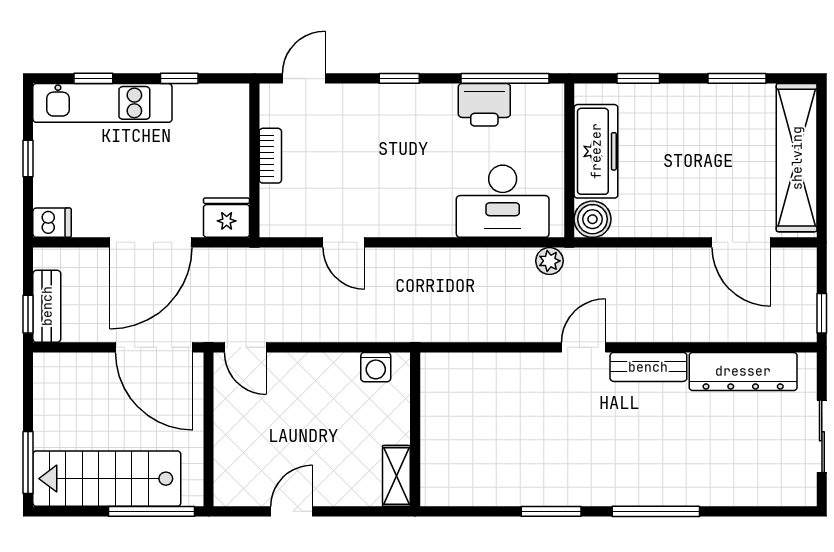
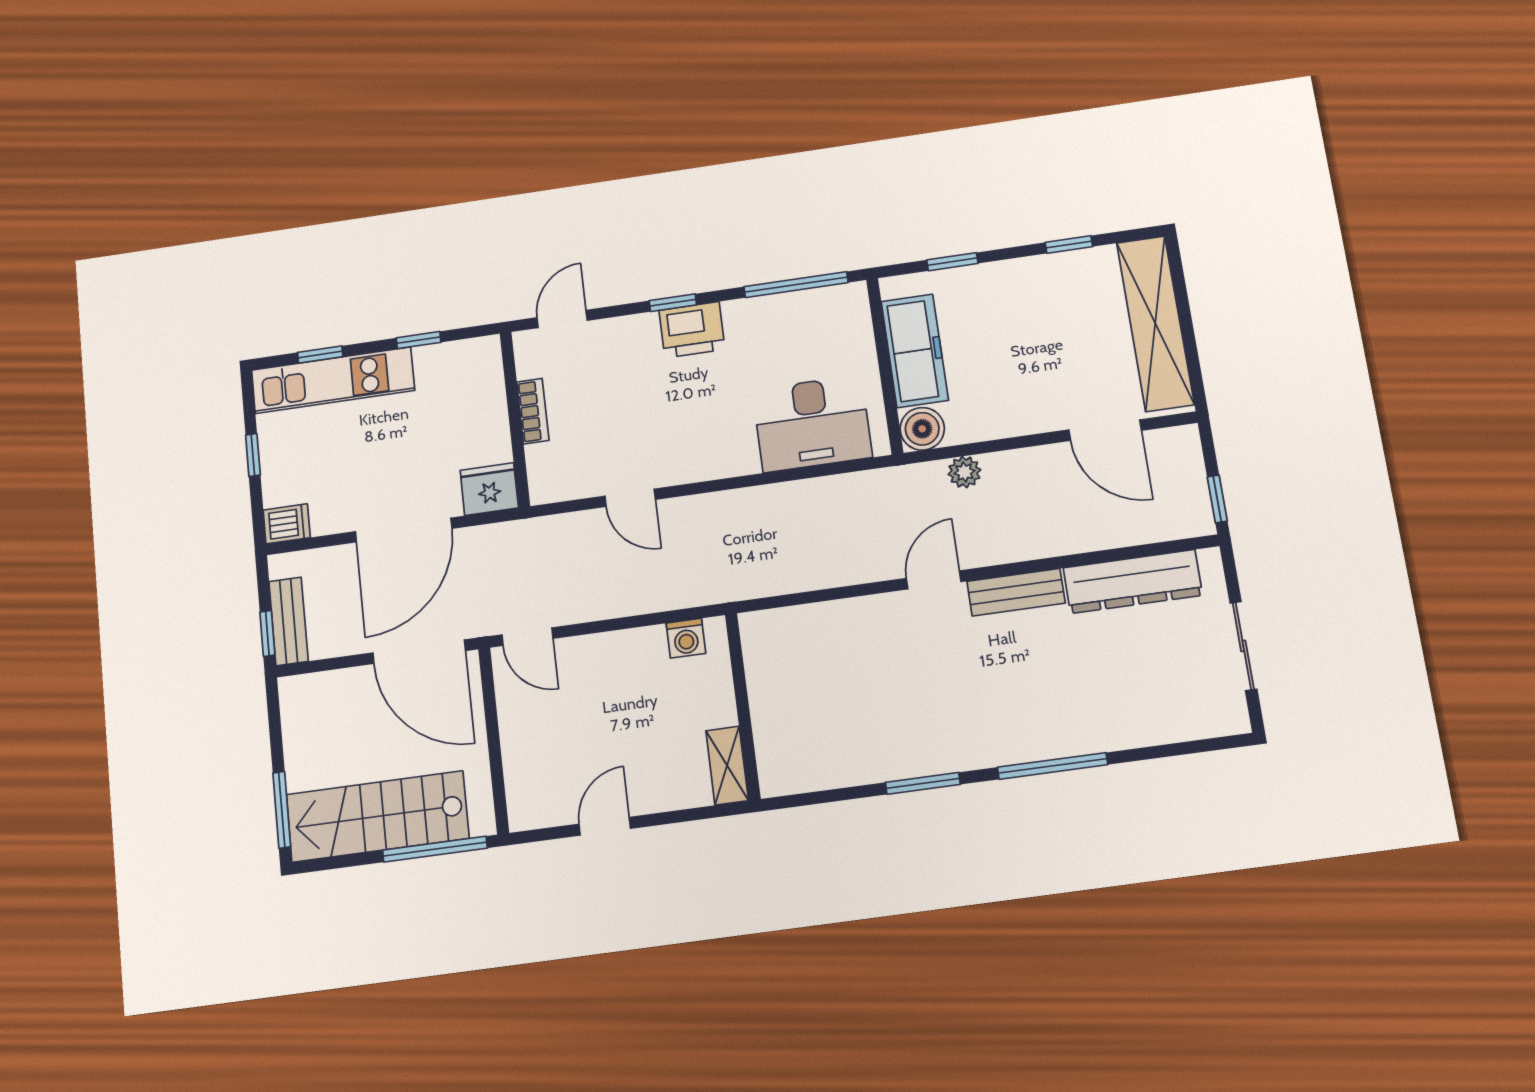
window: (737, 78) -> (1069, 245), width x0.67
printer: (484, 105) -> (692, 330), moved
plant: (549, 261) -> (964, 472), moved

